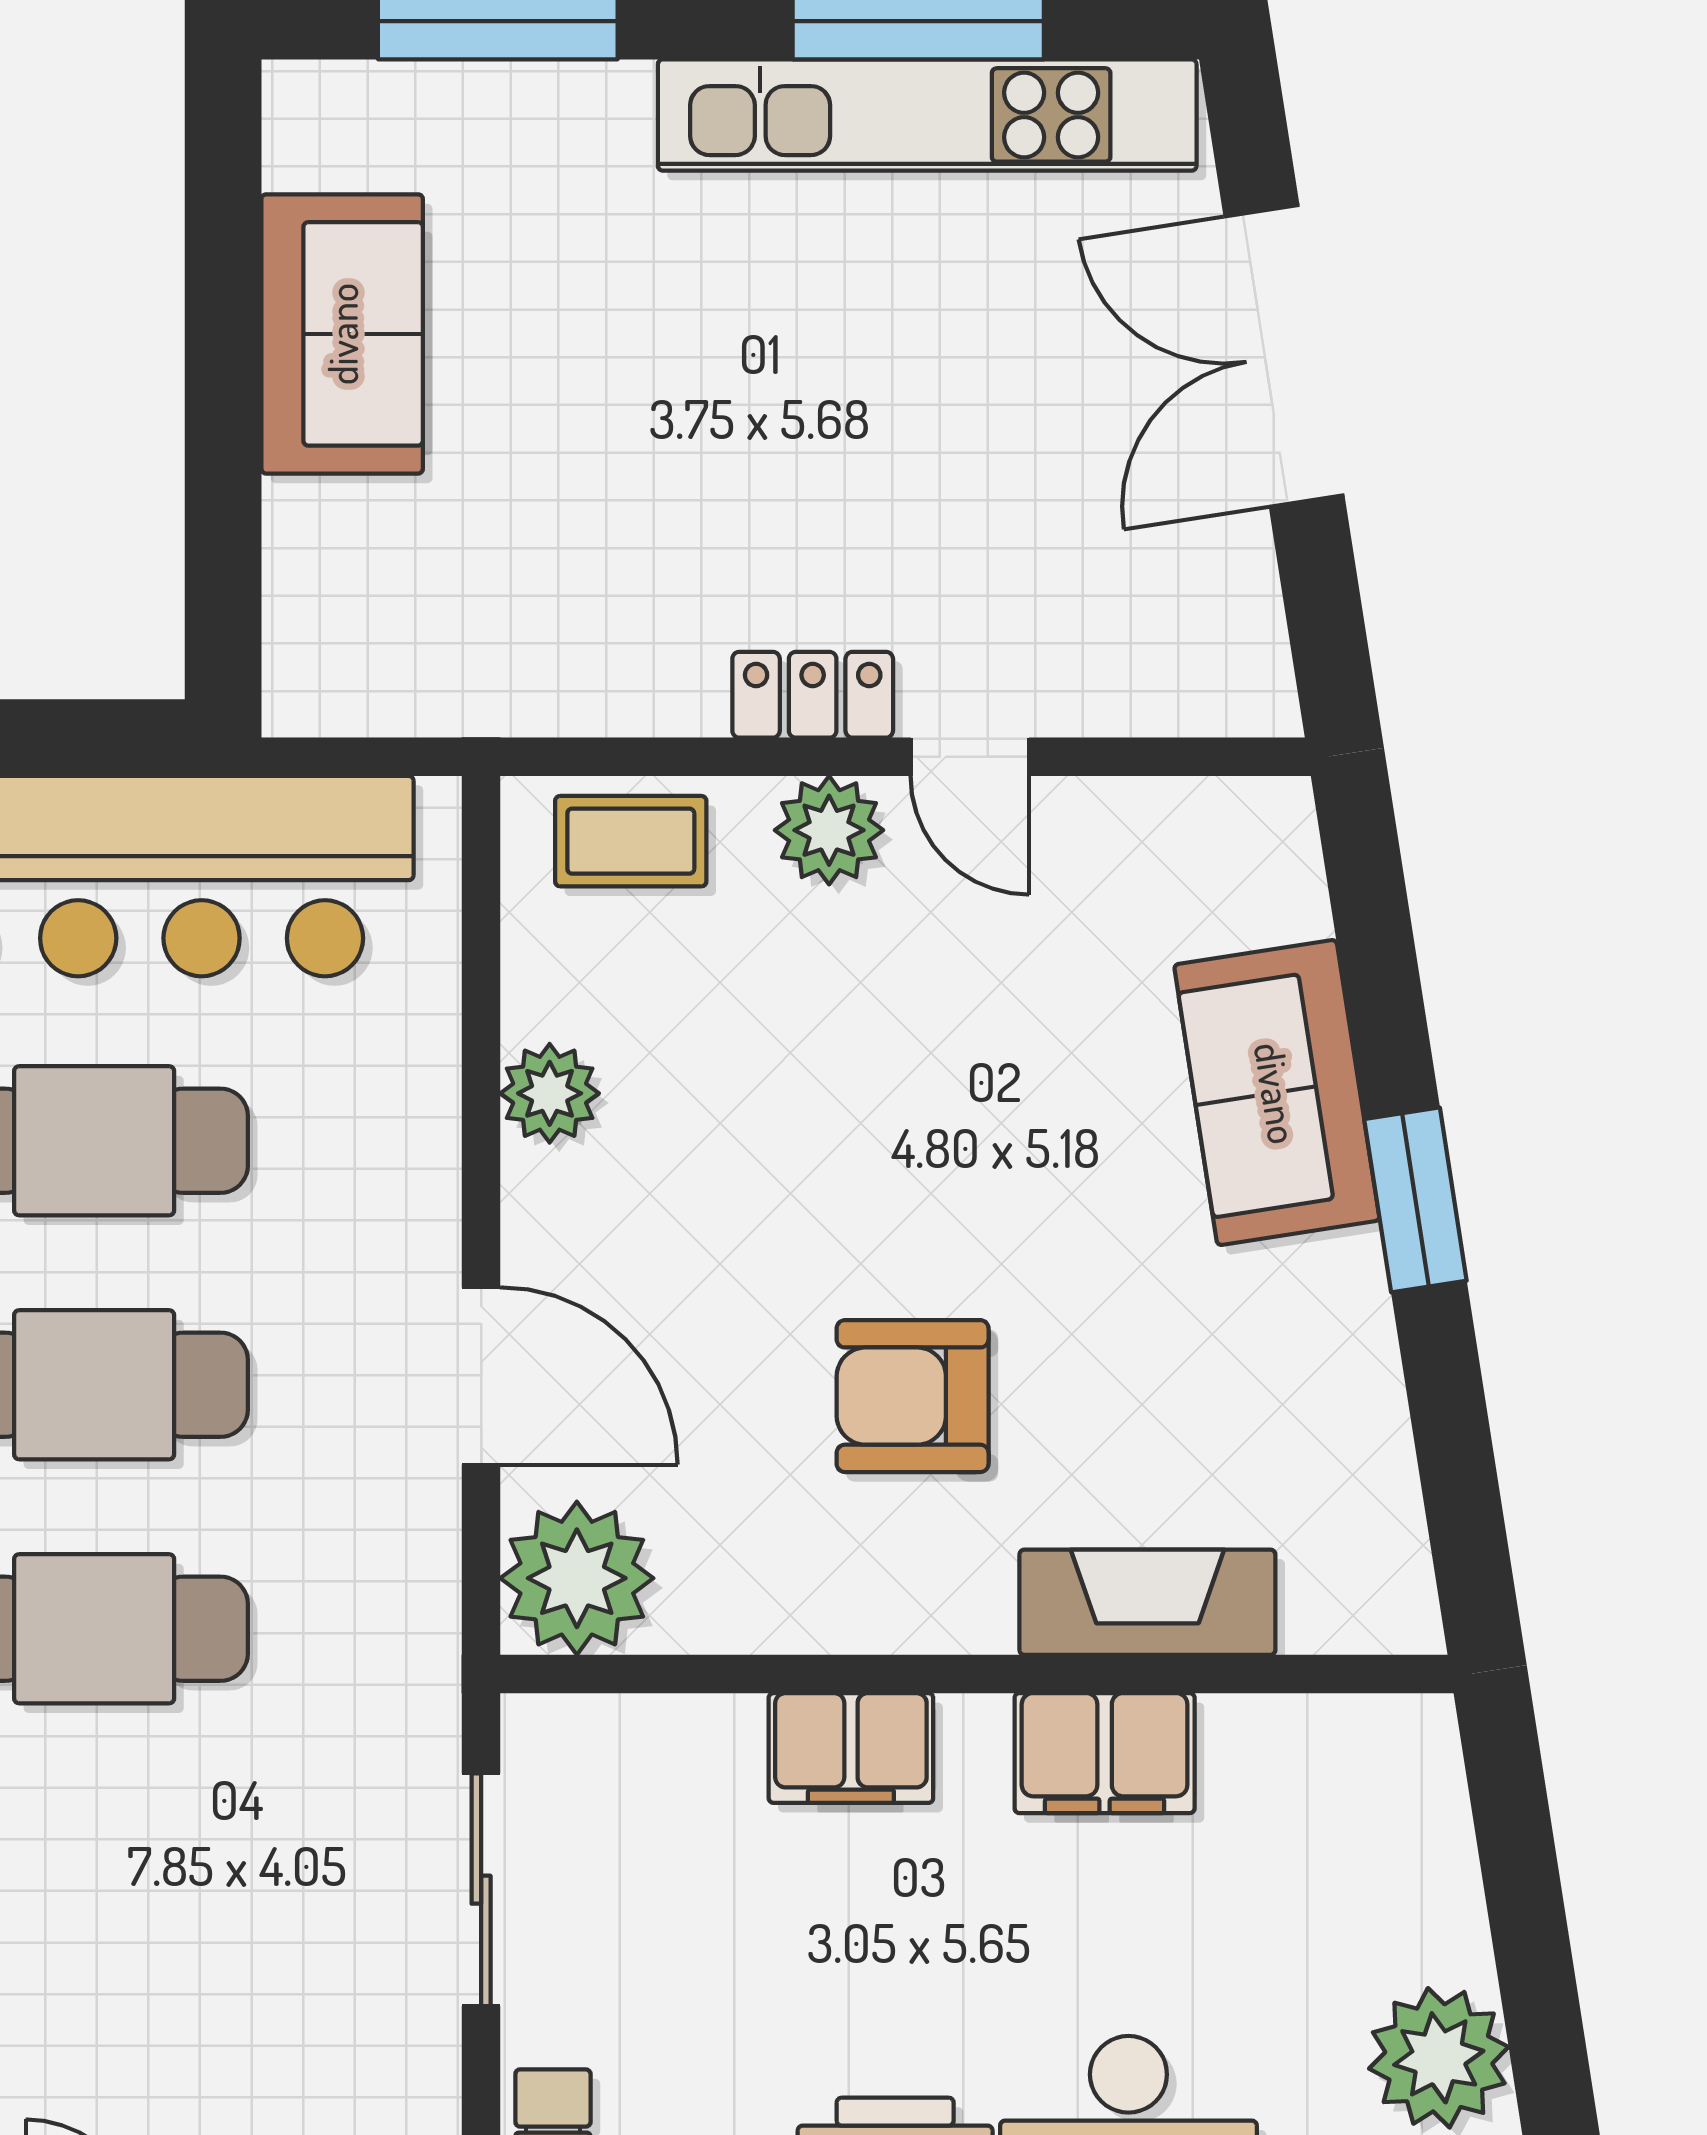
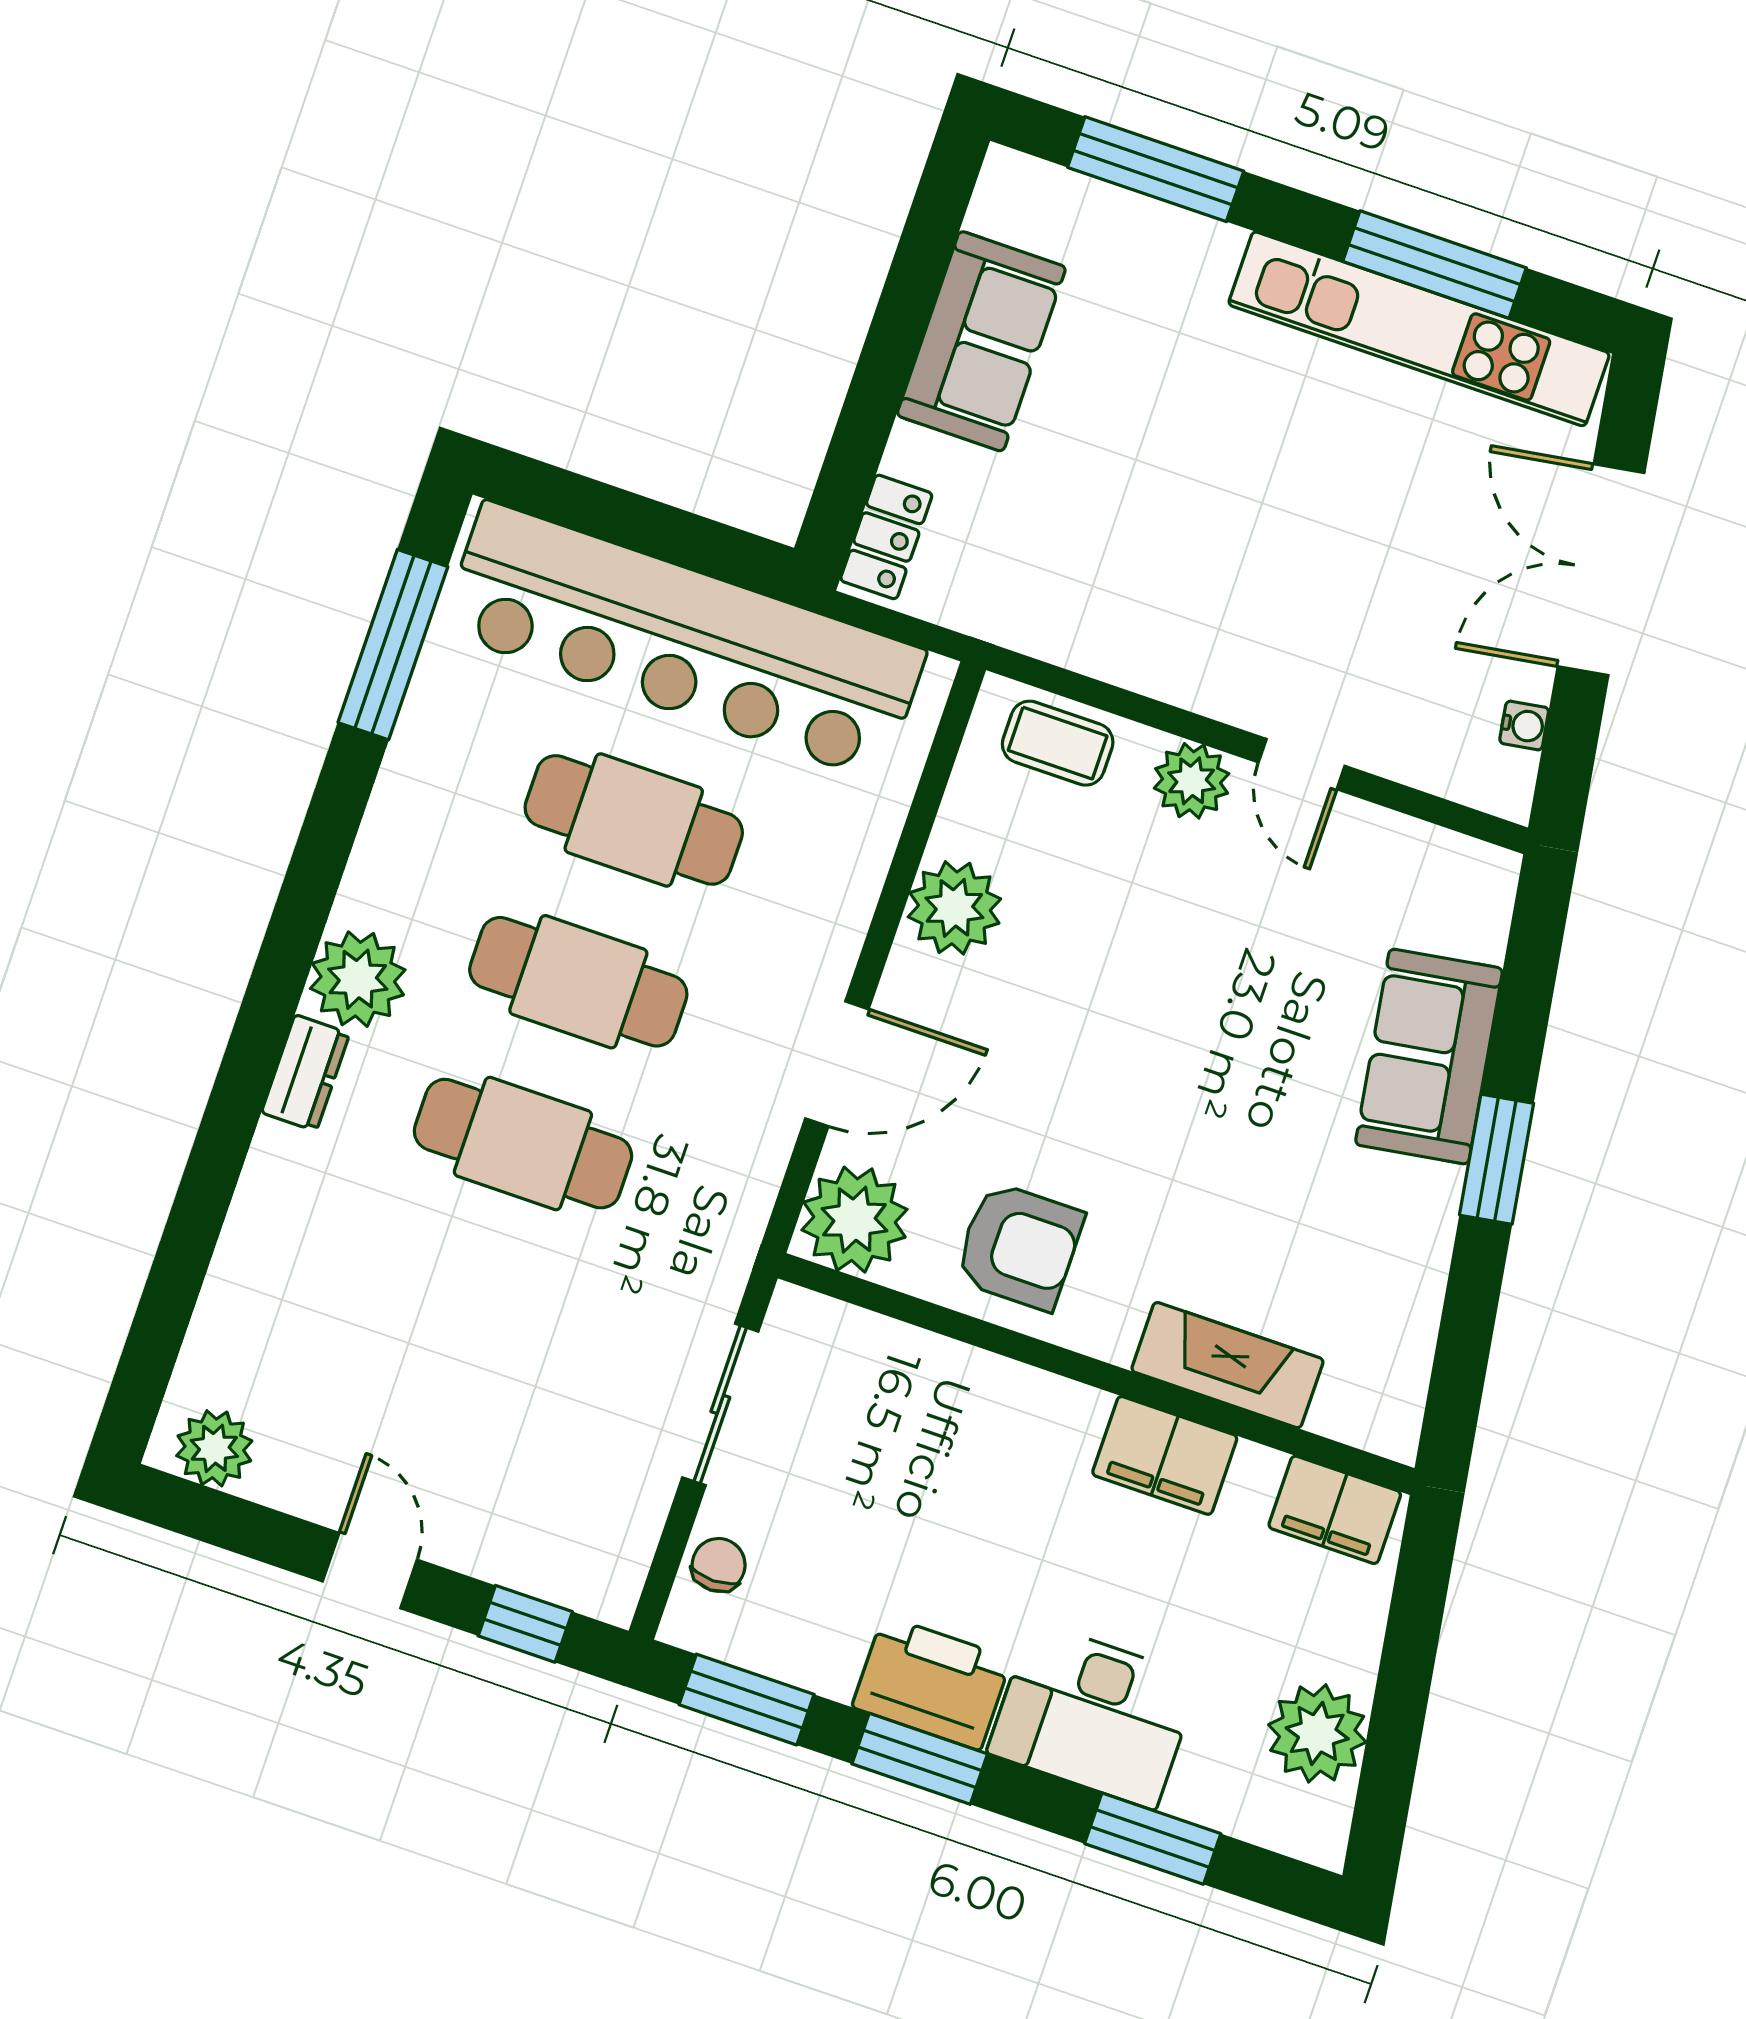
water cooler: (1252, 602) -> (1524, 725), added
locker: (813, 695) -> (886, 537), moved, turned 90
plant: (550, 1093) -> (954, 908), width x1.36, depth x1.36
door: (481, 1376) -> (837, 1064), hinge flipped
armchair: (913, 1396) -> (1019, 1246), moved, turned 180
filing cabinet: (851, 1748) -> (1335, 1510), moved

